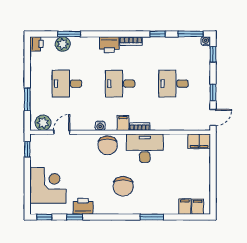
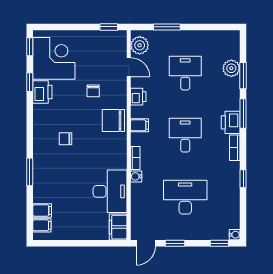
window: (191, 34) -> (243, 114), moved
printer: (37, 44) -> (138, 97), moved, turned -90
desk: (173, 84) -> (185, 197), width x1.37
door: (213, 117) -> (146, 243), hinge flipped
filing cabinet: (123, 123) -> (139, 125), moved
water cooler: (100, 126) -> (136, 176), moved
desk: (145, 148) -> (110, 191), moved
chair: (82, 163) -> (93, 91), added
corner desk: (48, 185) -> (54, 58), moved, turned -90
chair: (123, 186) -> (66, 139), width x0.54, depth x0.54

